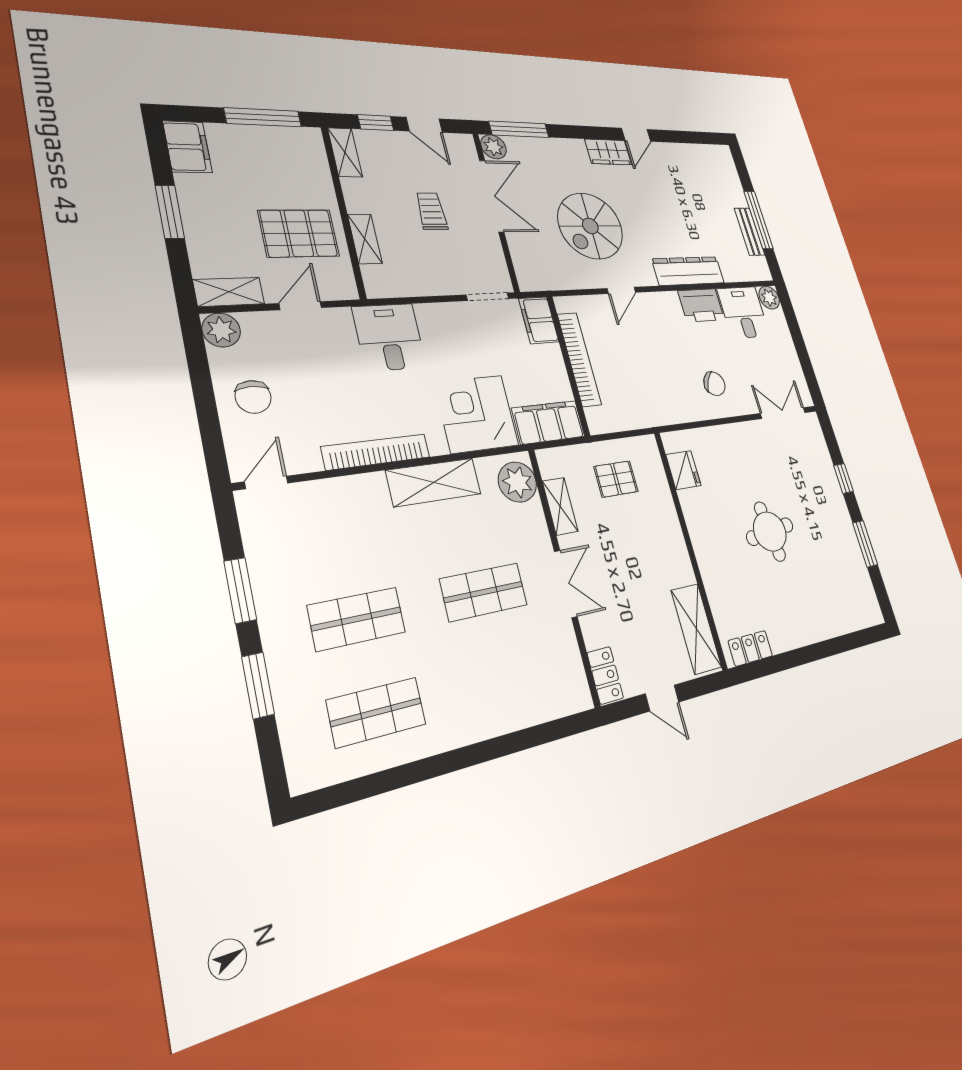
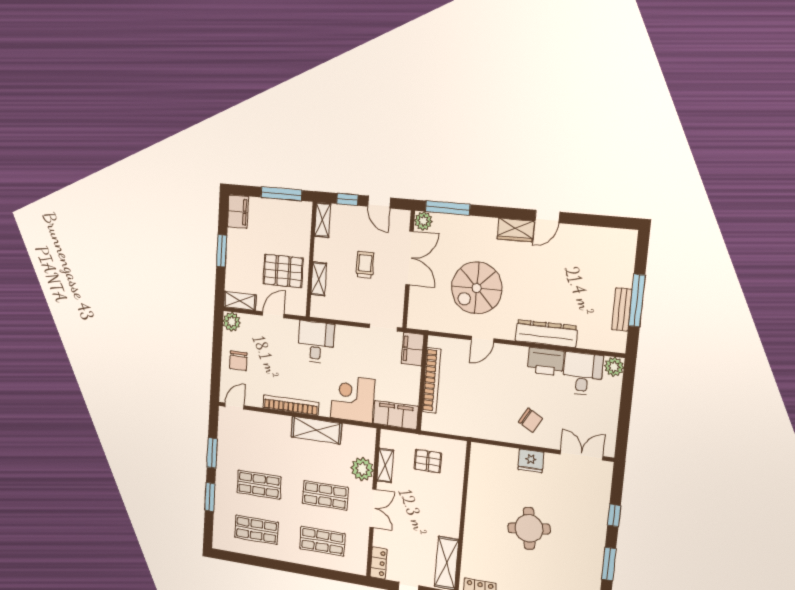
fridge: (683, 470) -> (531, 461), moved, turned 90
plant: (517, 482) -> (362, 469), moved
shop shelf: (505, 678) -> (322, 541), added

